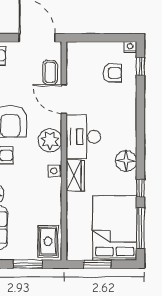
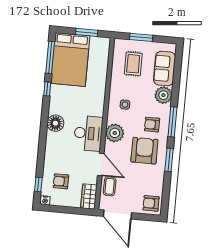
floor lamp: (126, 161) -> (55, 123), moved
side table: (54, 171) -> (125, 105), moved
wardrobe: (75, 175) -> (89, 196), moved
rug: (48, 241) -> (133, 64), moved

